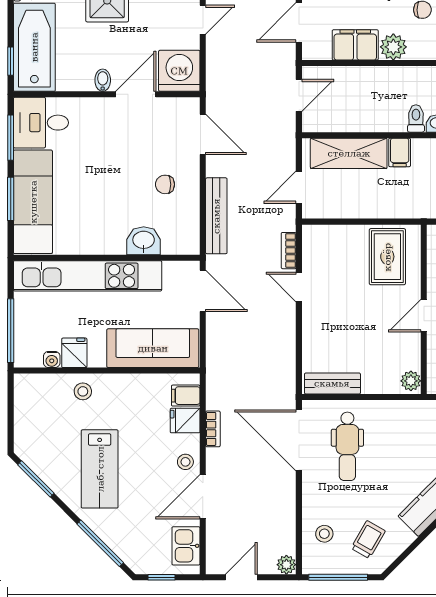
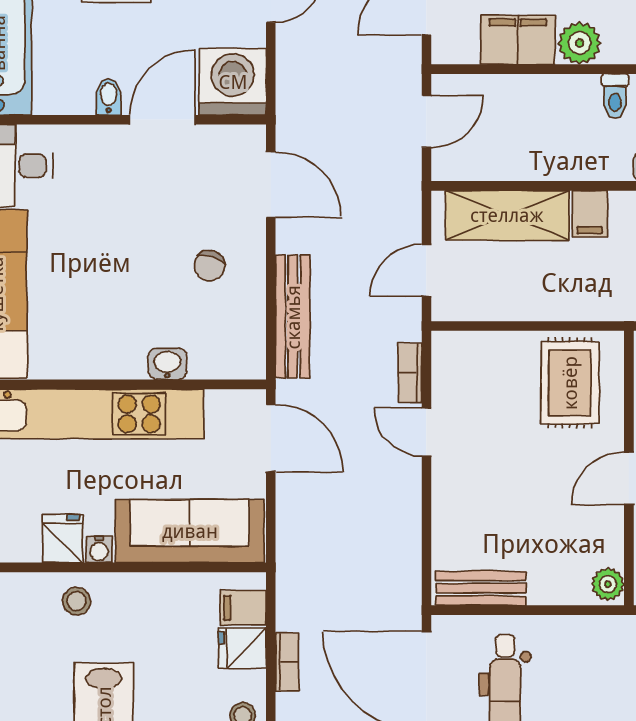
toilet: (416, 118) -> (615, 96), moved, turned 180
chair: (165, 184) -> (210, 266), turned -73
washbasin: (144, 241) -> (167, 364), width x0.72, depth x0.69
water cooler: (52, 360) -> (99, 549), moved

